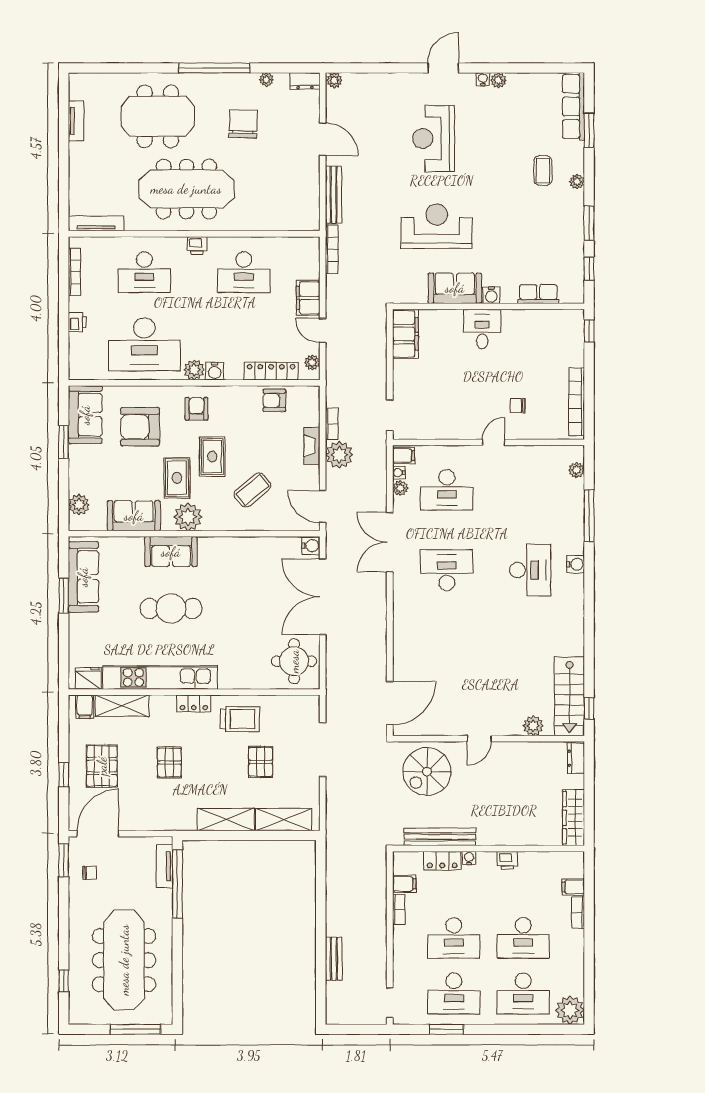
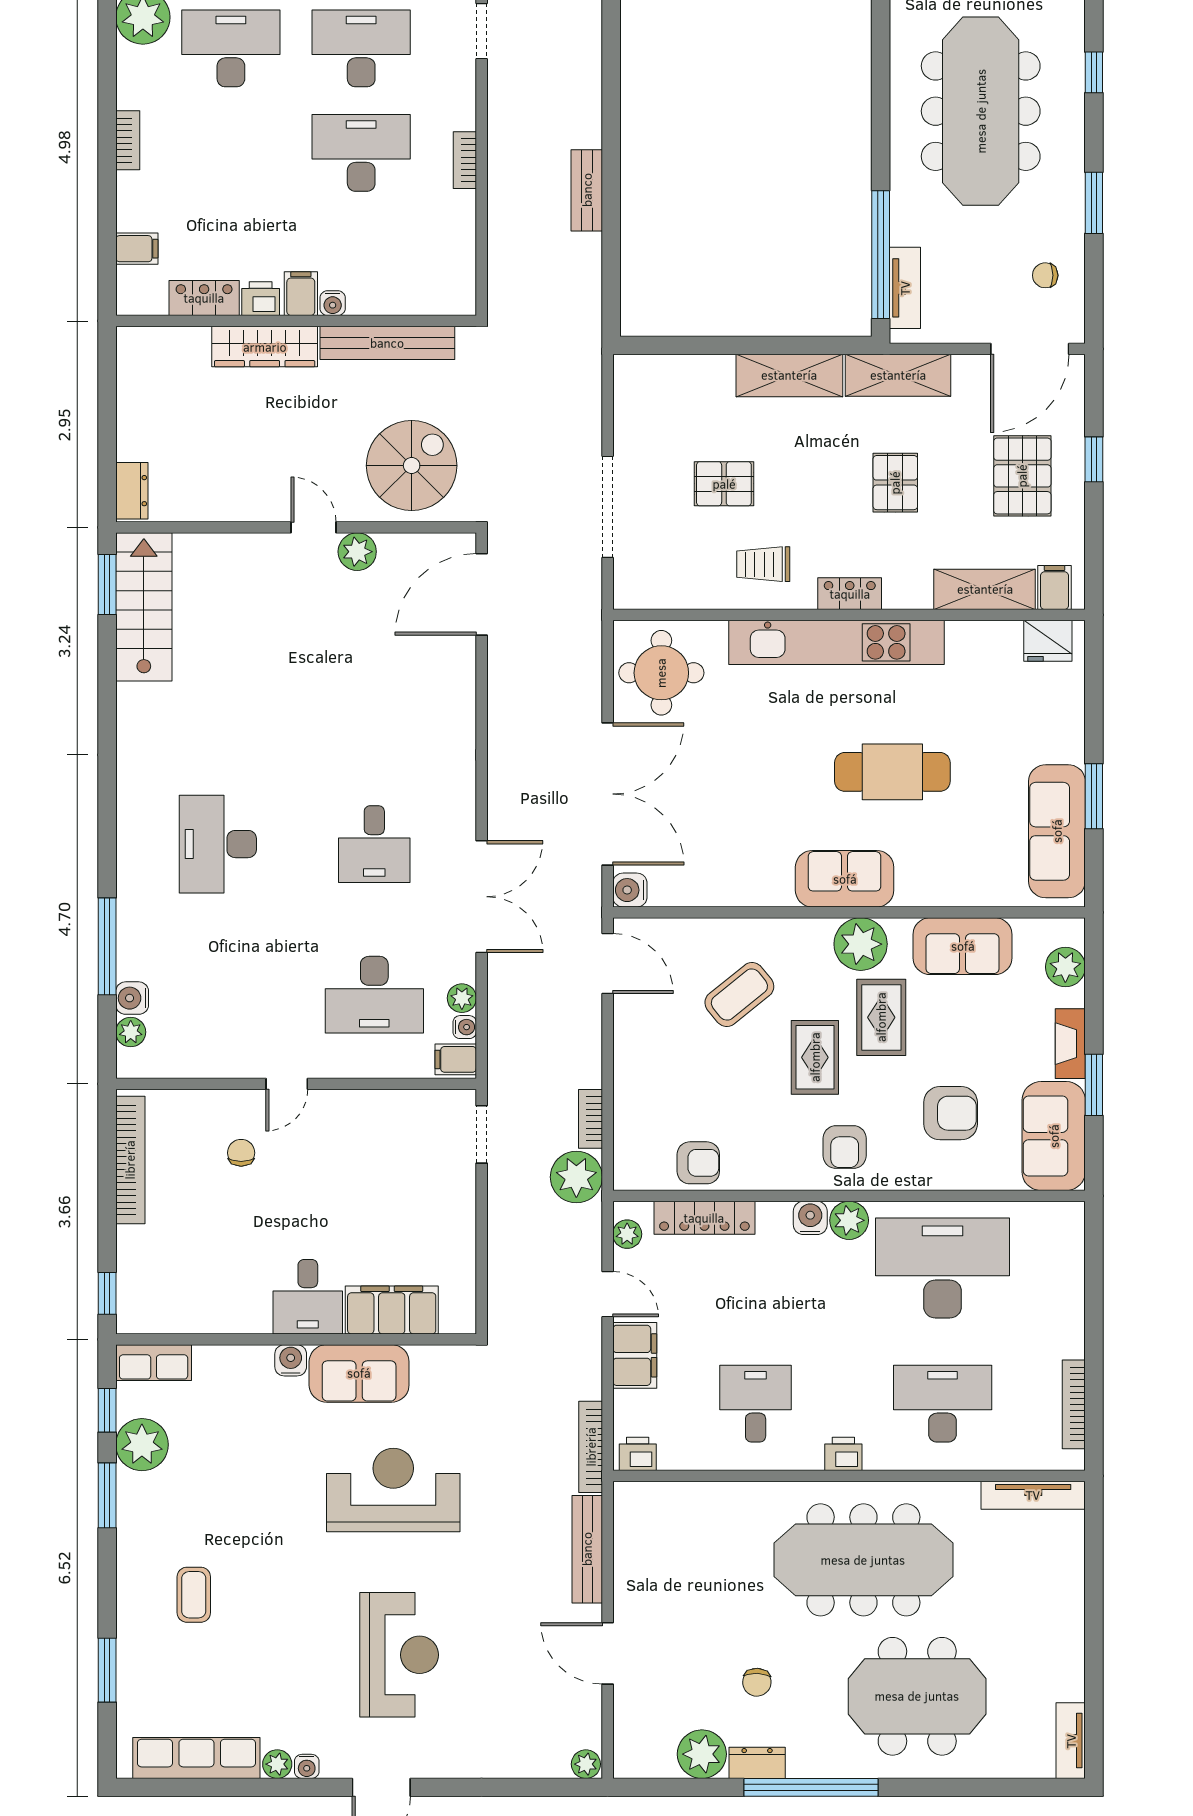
plant: (266, 80) -> (702, 1754), width x1.88, depth x1.88
dresser: (305, 81) -> (757, 1763), moved
row of seats: (573, 106) -> (196, 1758), moved, turned -90
tv unit: (76, 121) -> (1071, 1741), moved
chair: (243, 124) -> (757, 1682), width x0.54, depth x0.54
plant: (577, 182) -> (142, 1445), moved, width x1.88, depth x1.88
reception desk: (437, 226) -> (393, 1490), turned 180
desk: (244, 272) -> (756, 1404), width x0.73
row of seats: (538, 294) -> (154, 1363), moved
printer: (77, 322) -> (638, 1454), moved, turned 90
filing cabinet: (405, 334) -> (392, 1310), moved, turned 90
chair: (518, 406) -> (241, 1153), turned -90
armchair: (140, 427) -> (951, 1113), width x0.73, depth x0.73
fireplace: (312, 446) -> (1070, 1044), moved, turned 180
plant: (339, 455) -> (576, 1177), moved
desk: (447, 490) -> (374, 995), turned 180
sofa: (171, 552) -> (845, 879), moved
water cooler: (576, 564) -> (132, 998), moved
desk: (447, 570) -> (374, 844), width x0.73
kitchen unit: (160, 677) -> (837, 642), moved
window: (589, 708) -> (107, 585), width x1.50
trolley: (240, 719) -> (763, 564), width x0.73, depth x0.72
plant: (533, 726) -> (357, 552), moved
door: (479, 739) -> (314, 527), hinge flipped
pallet: (261, 762) -> (724, 484), turned 90
wardrobe: (574, 818) -> (265, 347), moved, turned 90
shelving: (284, 820) -> (898, 375), moved
window: (64, 860) -> (1094, 203), moved
locker: (442, 861) -> (204, 298), moved
filing cabinet: (404, 884) -> (301, 294), moved, turned 90
bookcase: (399, 909) -> (465, 160), moved
bookcase: (578, 913) -> (128, 140), moved
desk: (523, 938) -> (231, 153), removed
bench: (334, 959) -> (587, 190), moved

